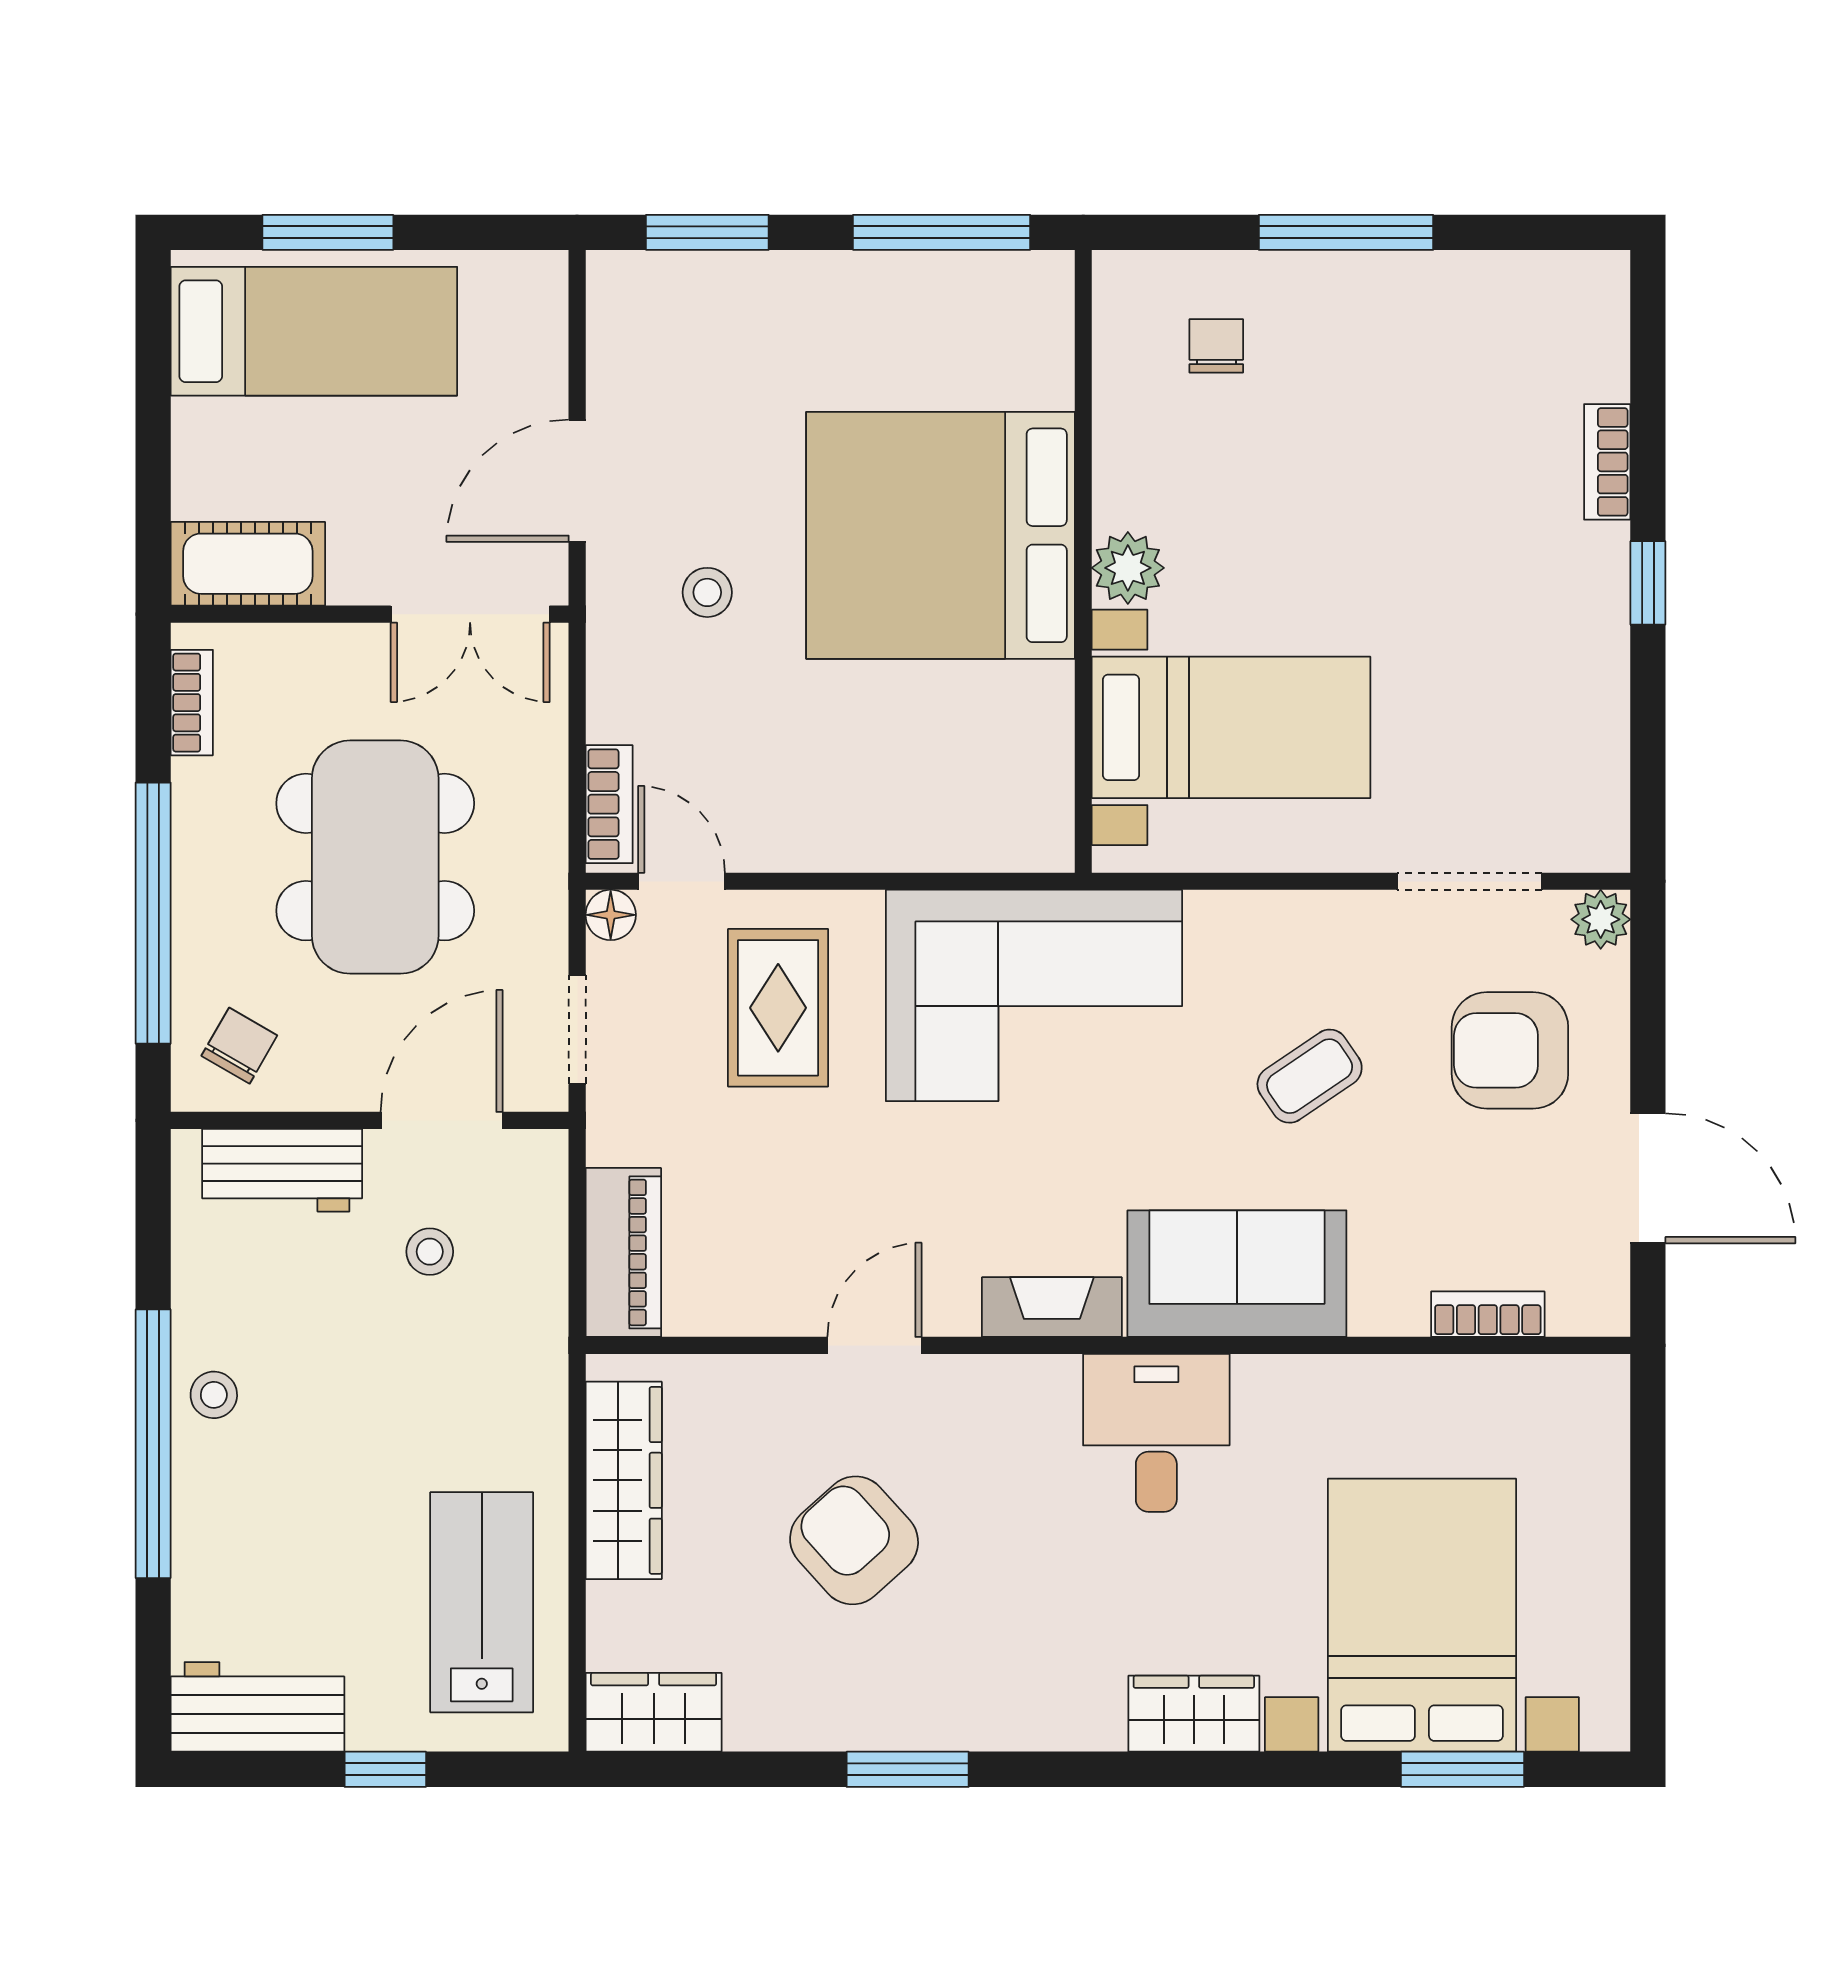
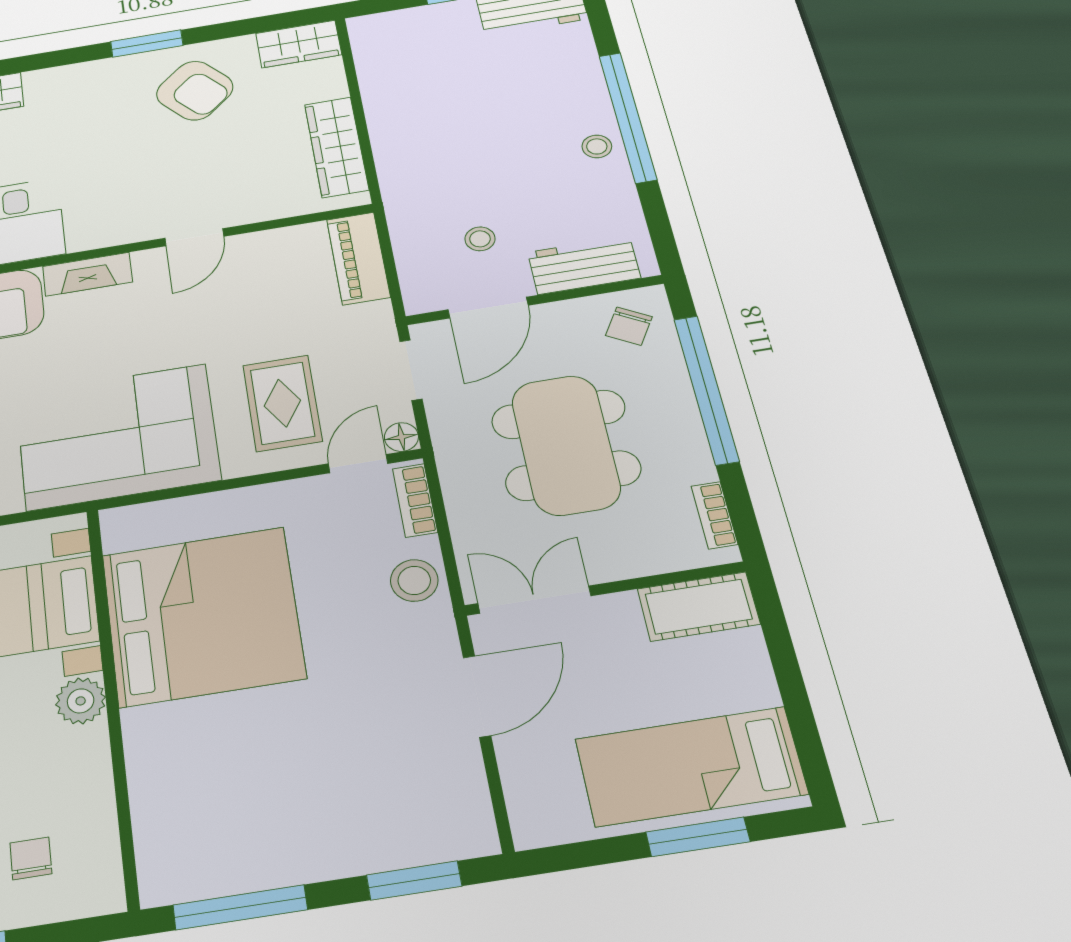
chair: (1216, 346) -> (31, 858), turned 180
bed: (941, 535) -> (203, 616), moved
stool: (707, 592) -> (414, 580), moved, width x1.37, depth x1.37
door: (682, 881) -> (358, 464), swing flipped
armchair: (854, 1540) -> (195, 91), moved
lab bench: (482, 1602) -> (410, 76), removed

